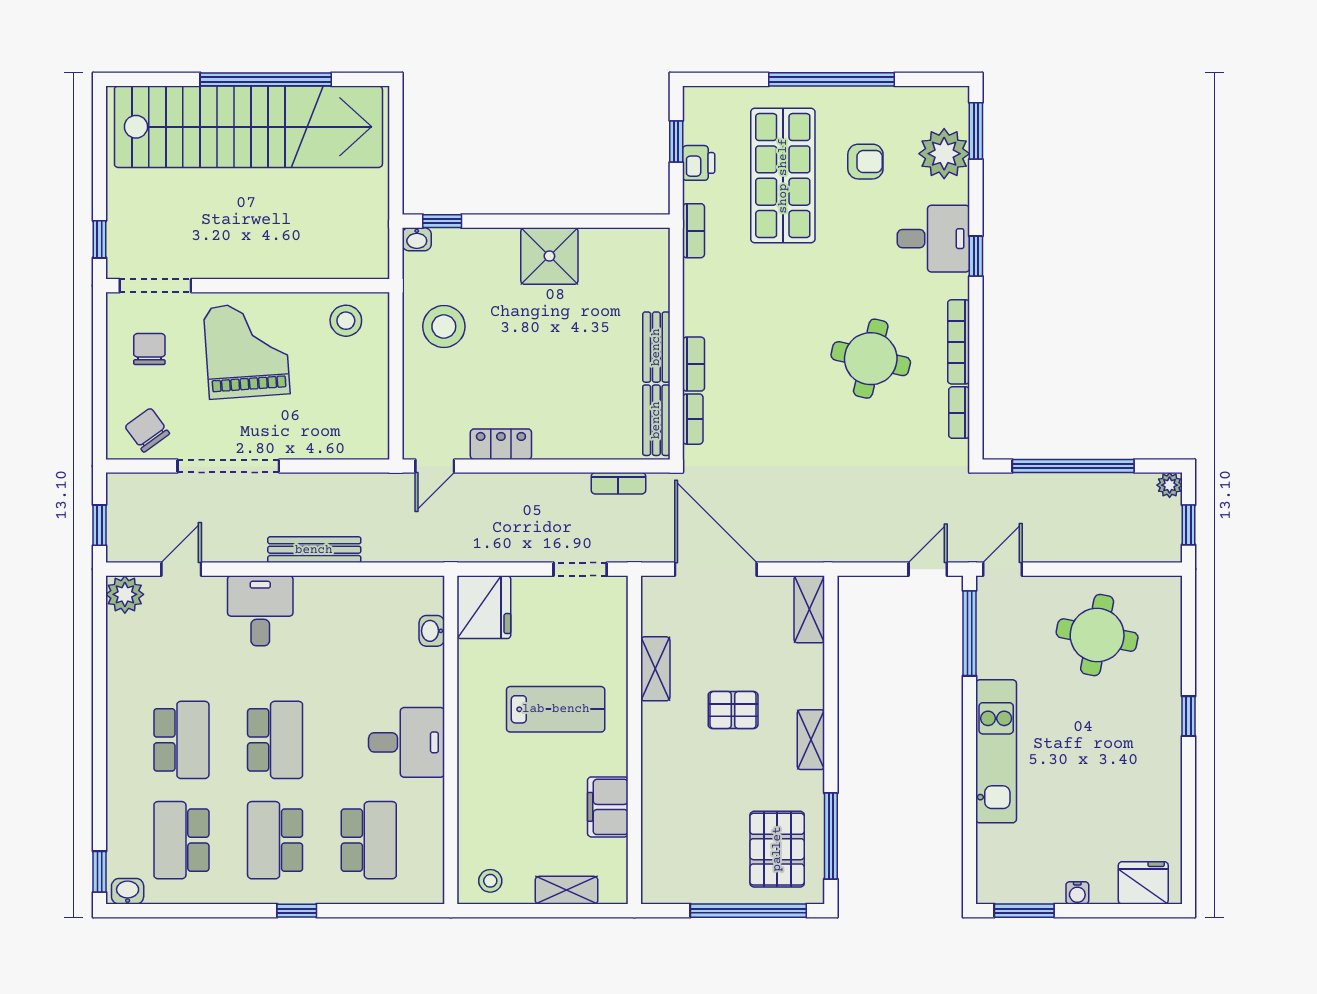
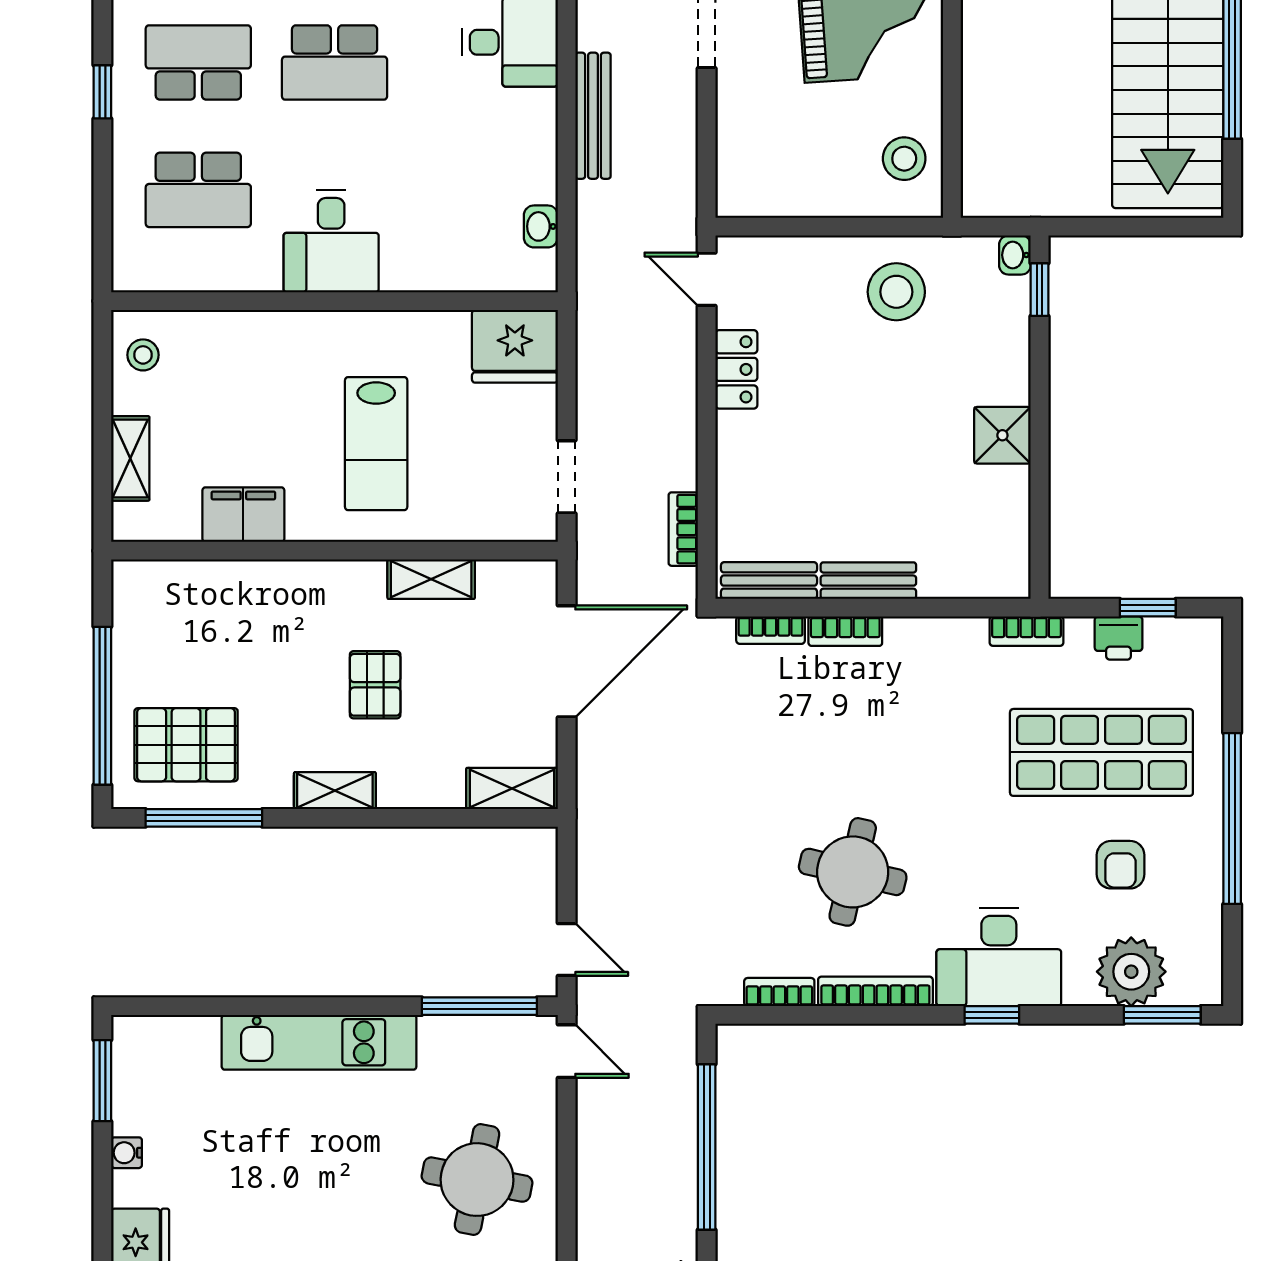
desk: (933, 239) -> (999, 957), width x1.37
shower: (549, 256) -> (1002, 435), width x0.73, depth x0.73
washbasin: (432, 631) -> (541, 226), moved, turned -90

